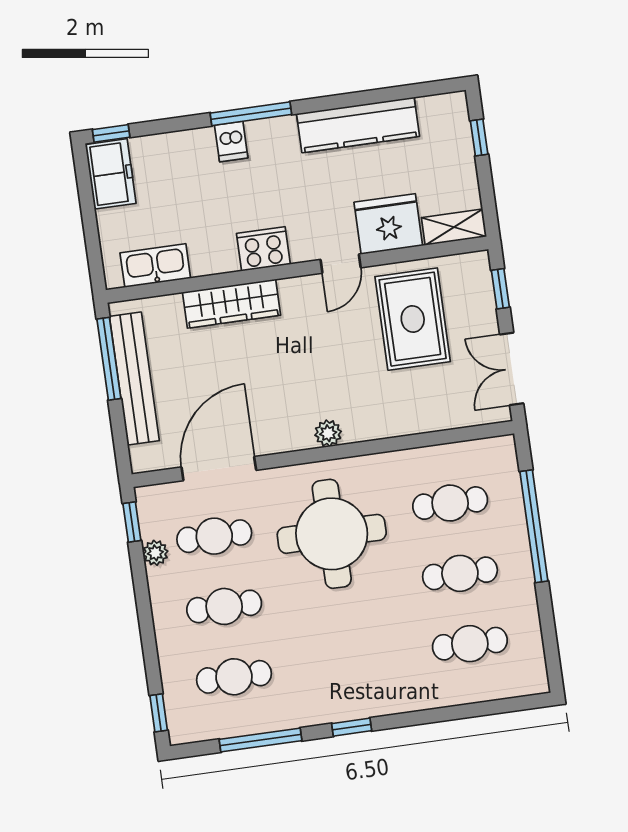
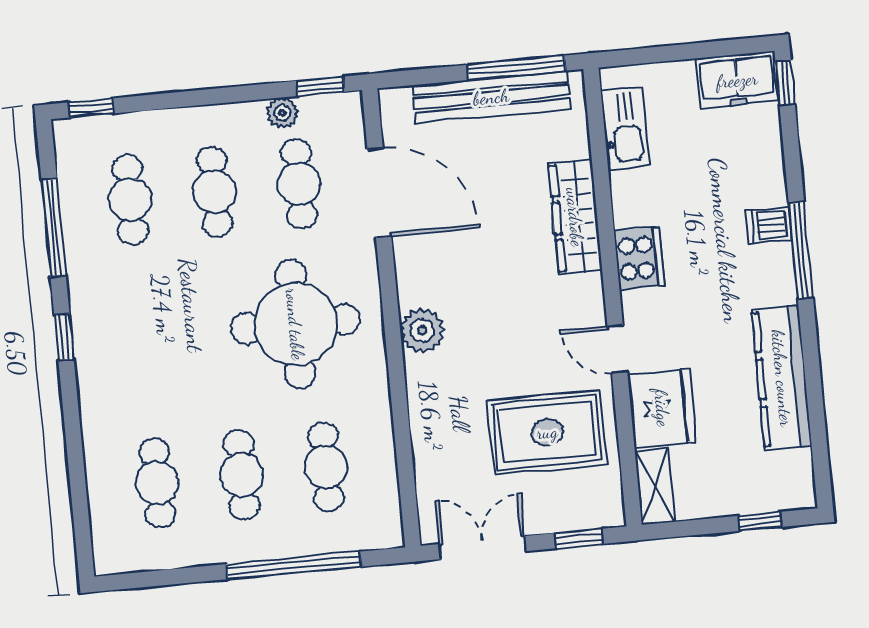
plant: (328, 433) -> (422, 331), width x1.38, depth x1.38

